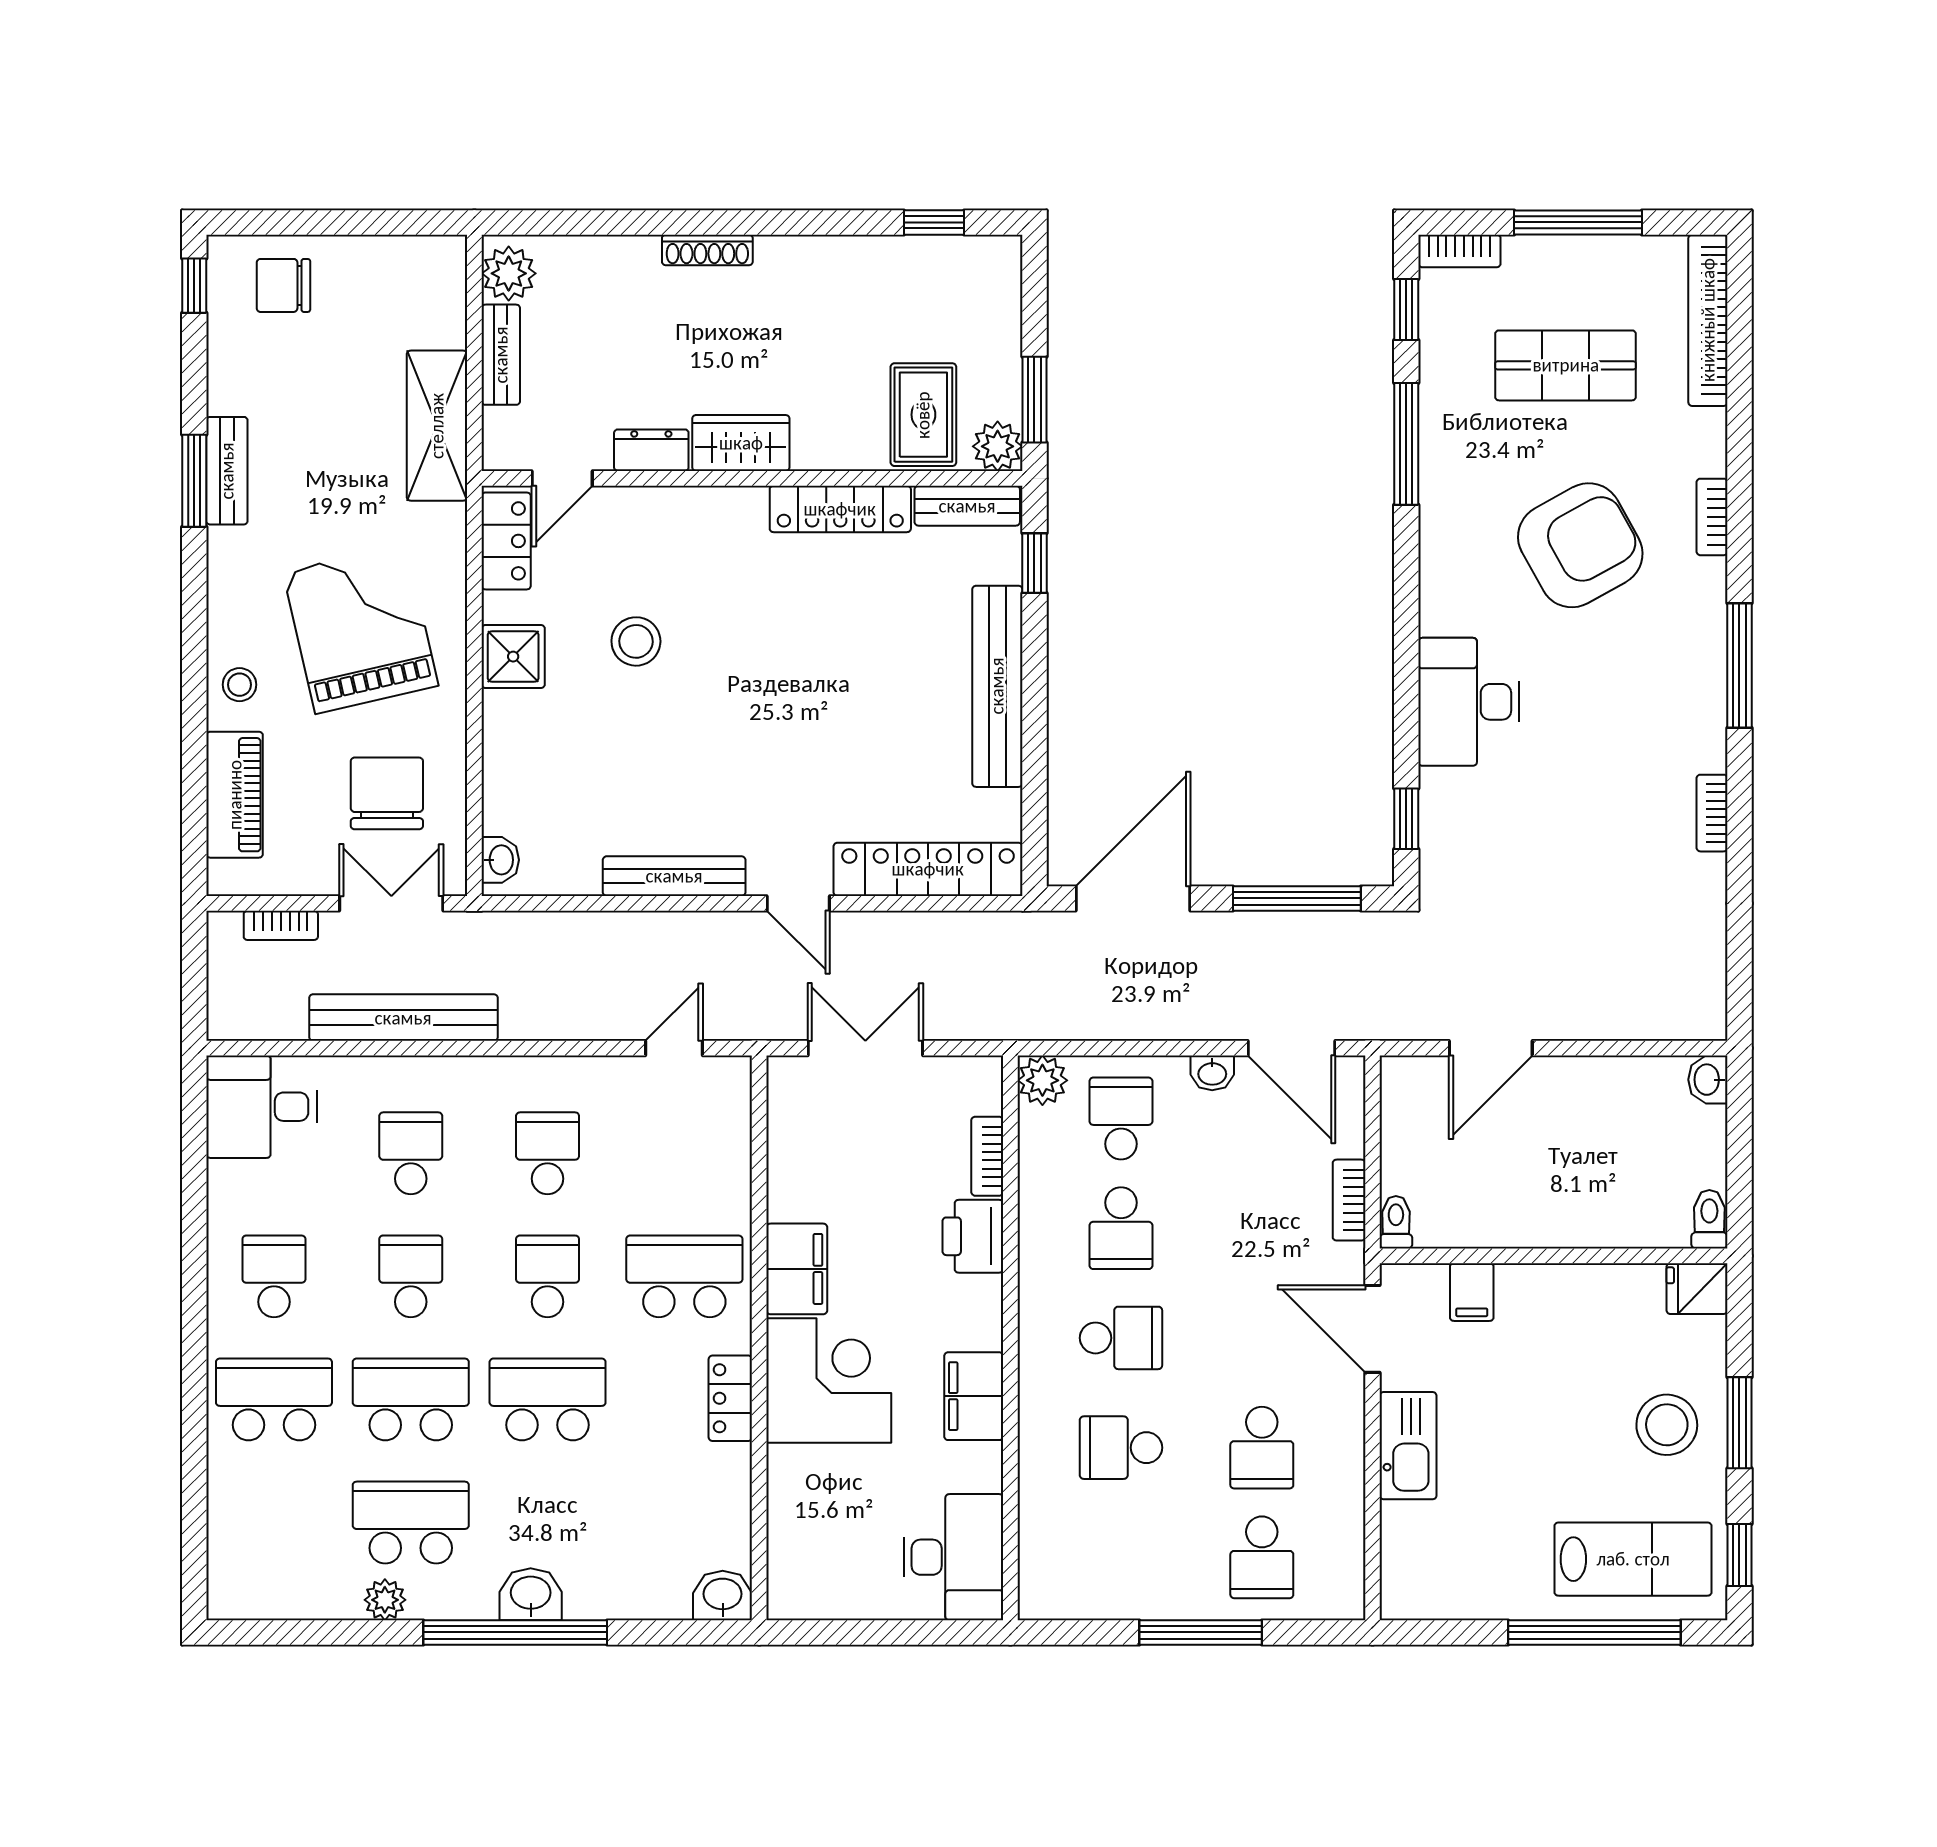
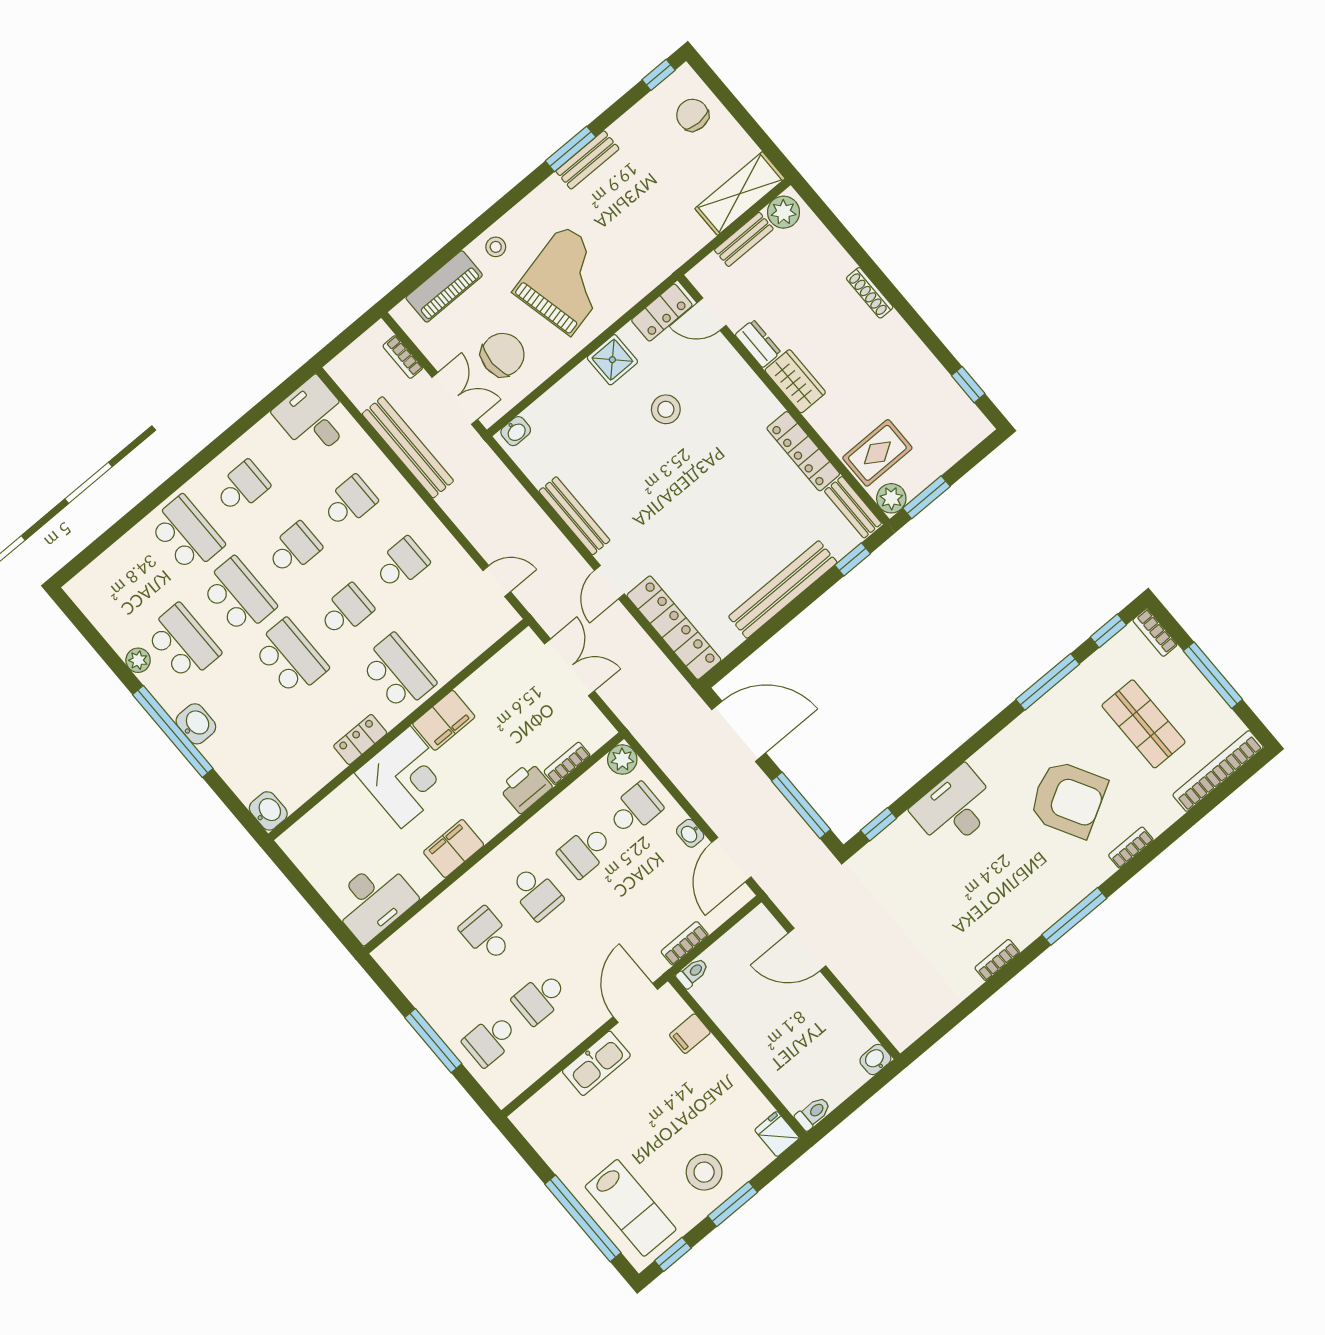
shelving: (437, 426) -> (740, 194), moved

